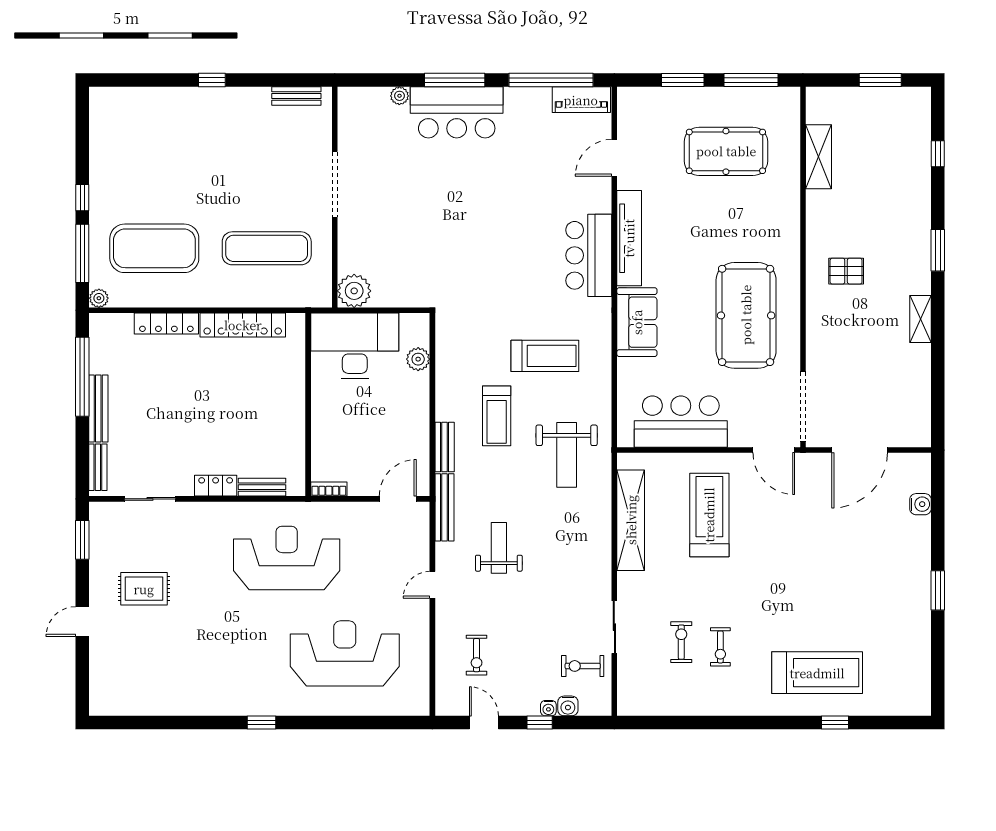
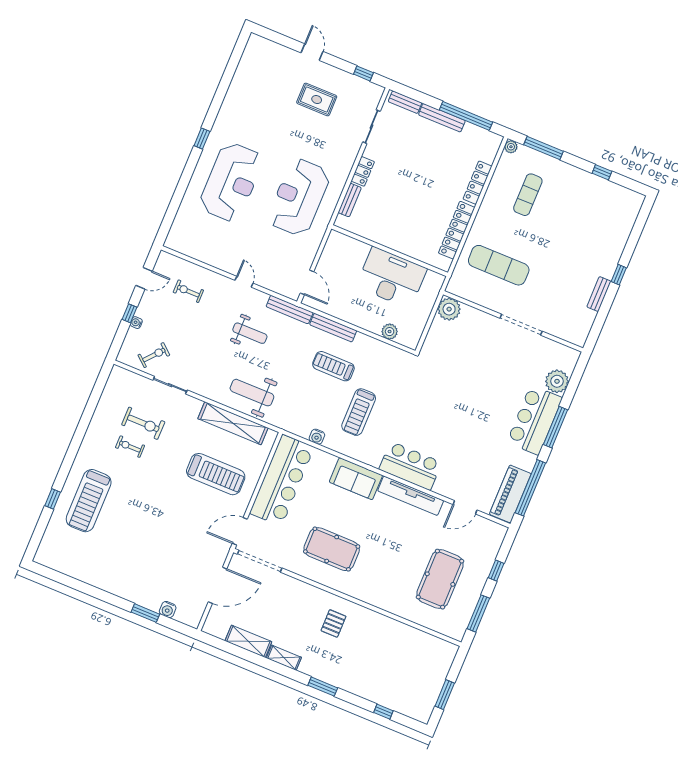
window: (683, 80) -> (496, 570), width x0.67
bench: (296, 96) -> (599, 294), moved
plant: (399, 96) -> (557, 381), width x1.88, depth x1.88
piano: (581, 100) -> (510, 494), width x1.37, depth x1.33
shelving: (818, 157) -> (248, 641), moved
door: (614, 158) -> (465, 507), swing flipped
window: (82, 198) -> (602, 172), moved
exercise mat: (154, 248) -> (528, 195), width x0.50, depth x0.69
exercise mat: (267, 248) -> (499, 265), turned 90
pool table: (746, 315) -> (332, 549), width x0.73, depth x0.76
desk: (355, 346) -> (391, 278), moved, turned -90
bar counter: (681, 422) -> (282, 480), width x1.36
bench: (445, 447) -> (333, 328), width x1.36
door: (860, 450) -> (217, 585), swing flipped
weight bench: (567, 455) -> (252, 393), moved
bookcase: (329, 489) -> (331, 242), removed
window: (82, 540) -> (363, 73), width x0.67
reception desk: (287, 558) -> (299, 197), turned 180
rug: (144, 589) -> (317, 100), turned 90
window: (938, 590) -> (145, 613), moved
exercise bike: (681, 642) -> (143, 423), width x1.38, depth x1.39
reception desk: (345, 653) -> (231, 182), moved
exercise bike: (583, 666) -> (154, 355), turned 41
water cooler: (568, 706) -> (317, 437), moved, turned -90

